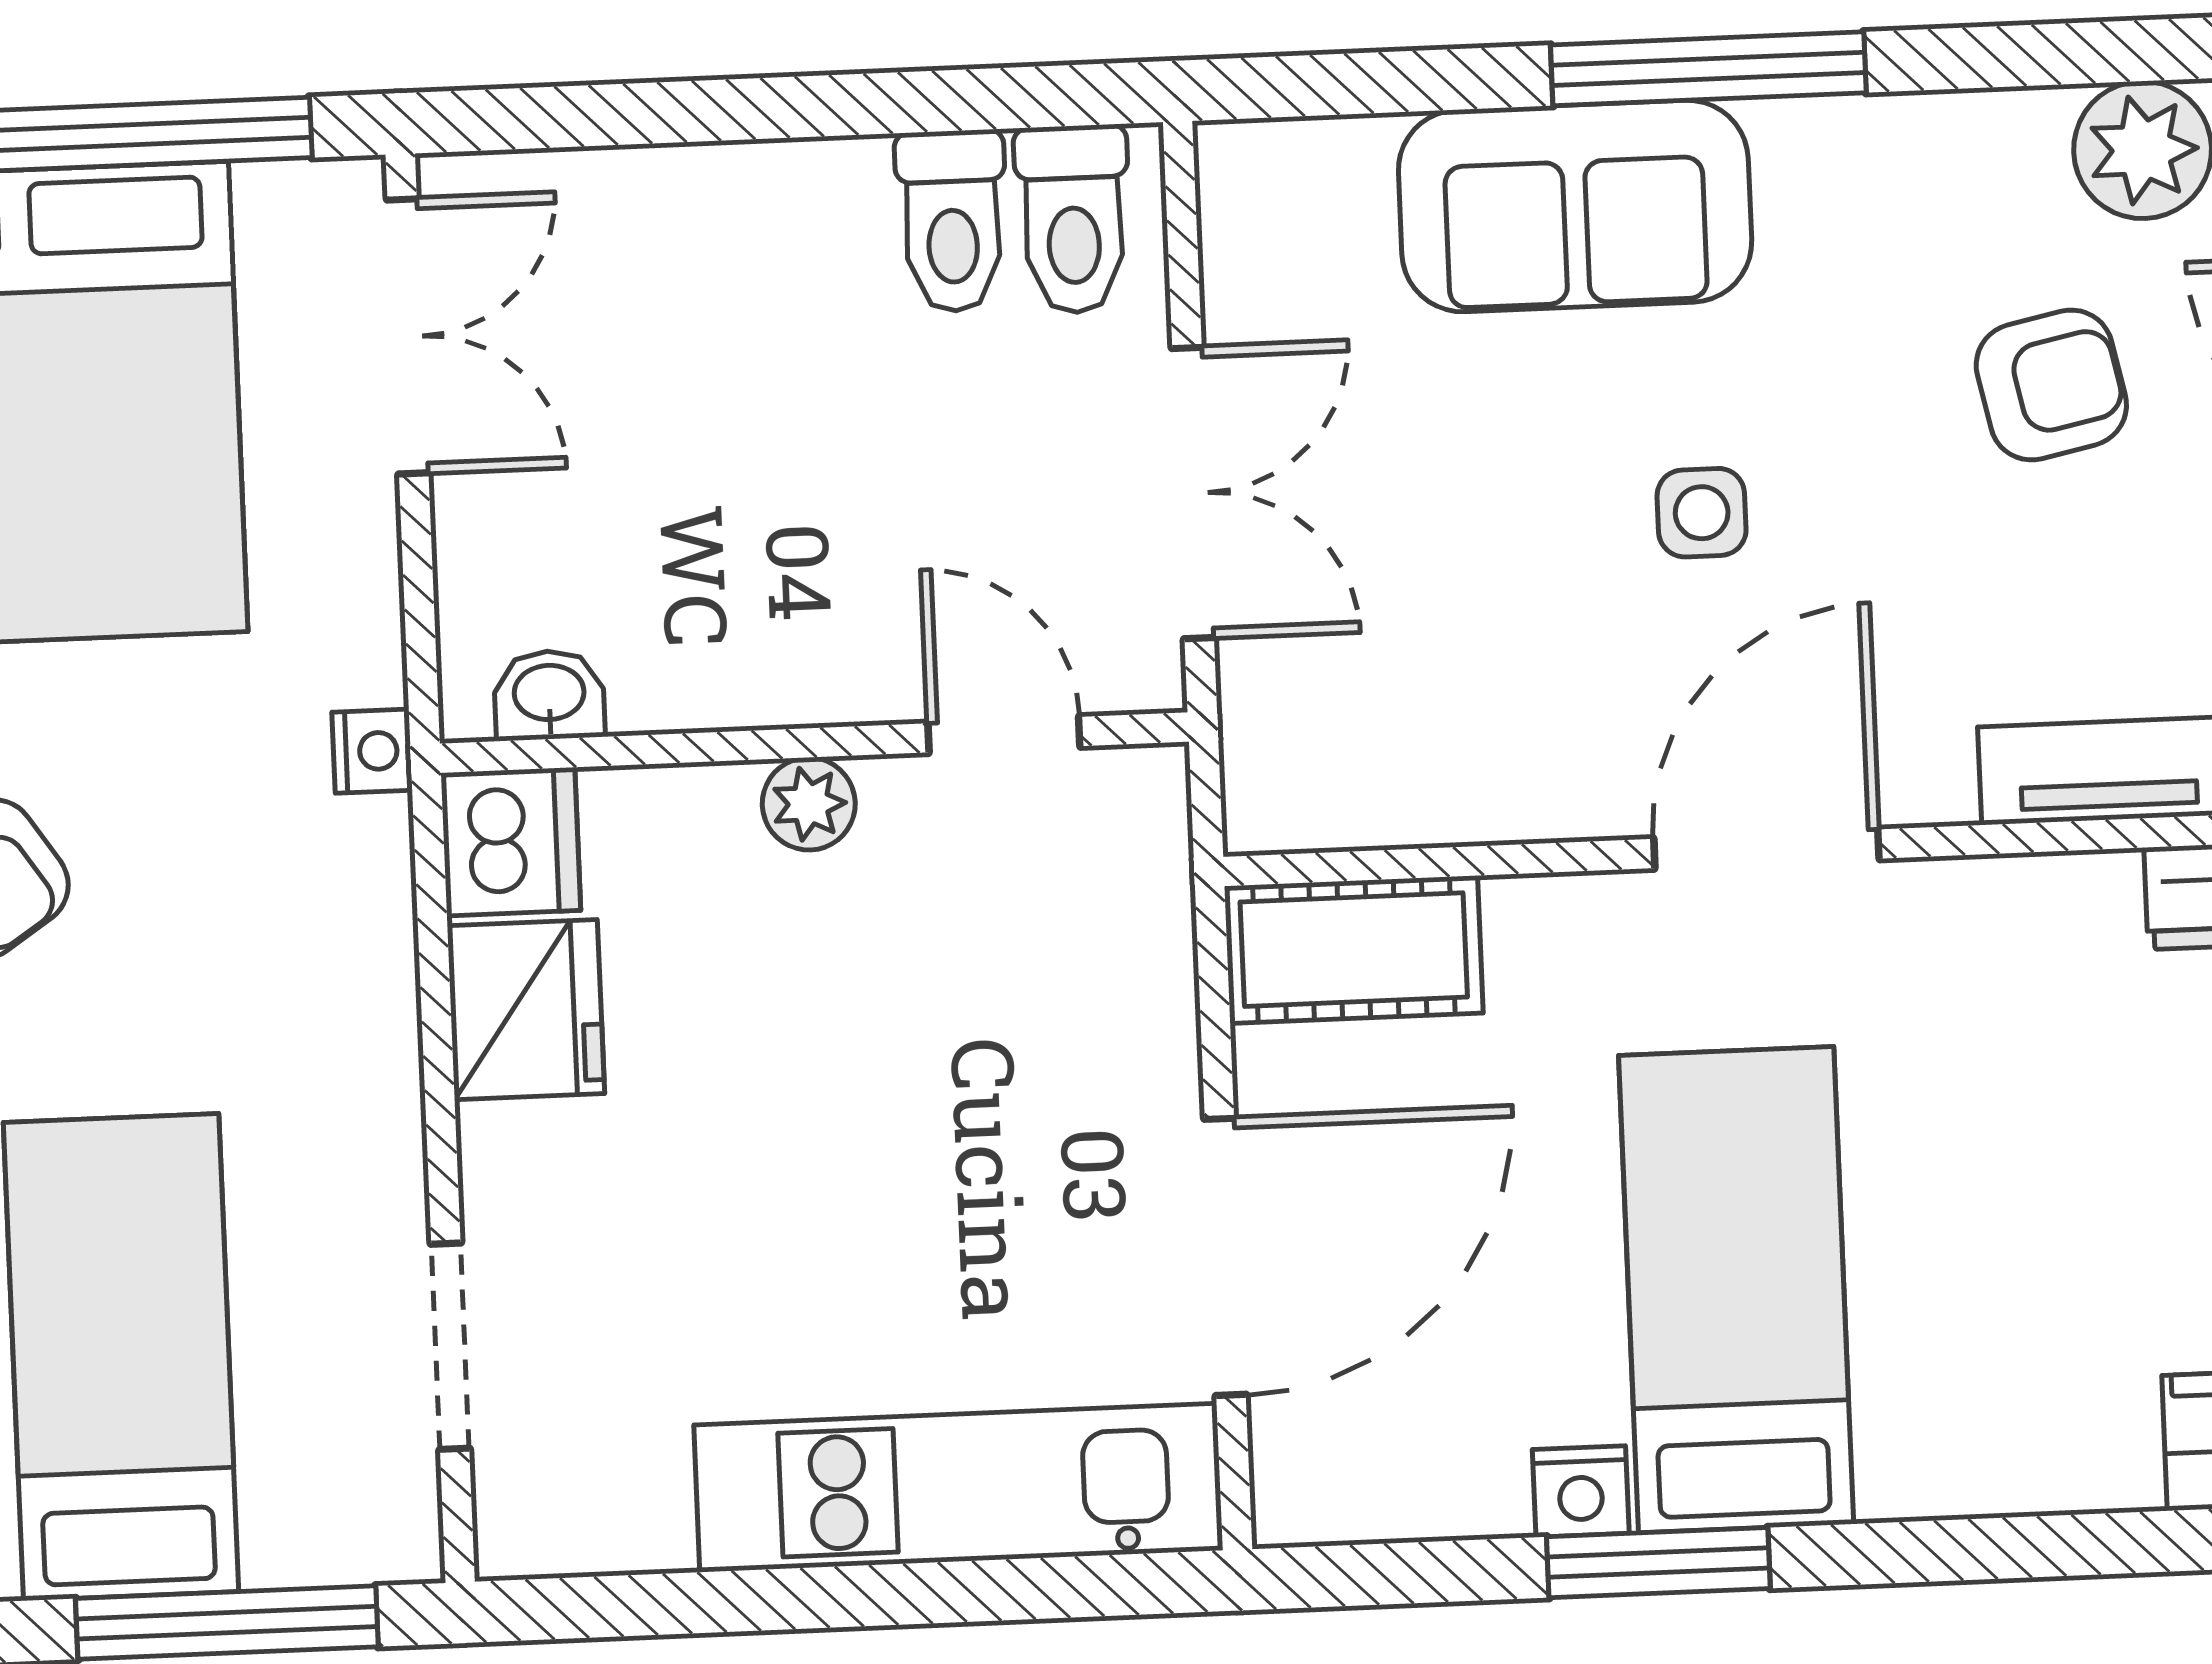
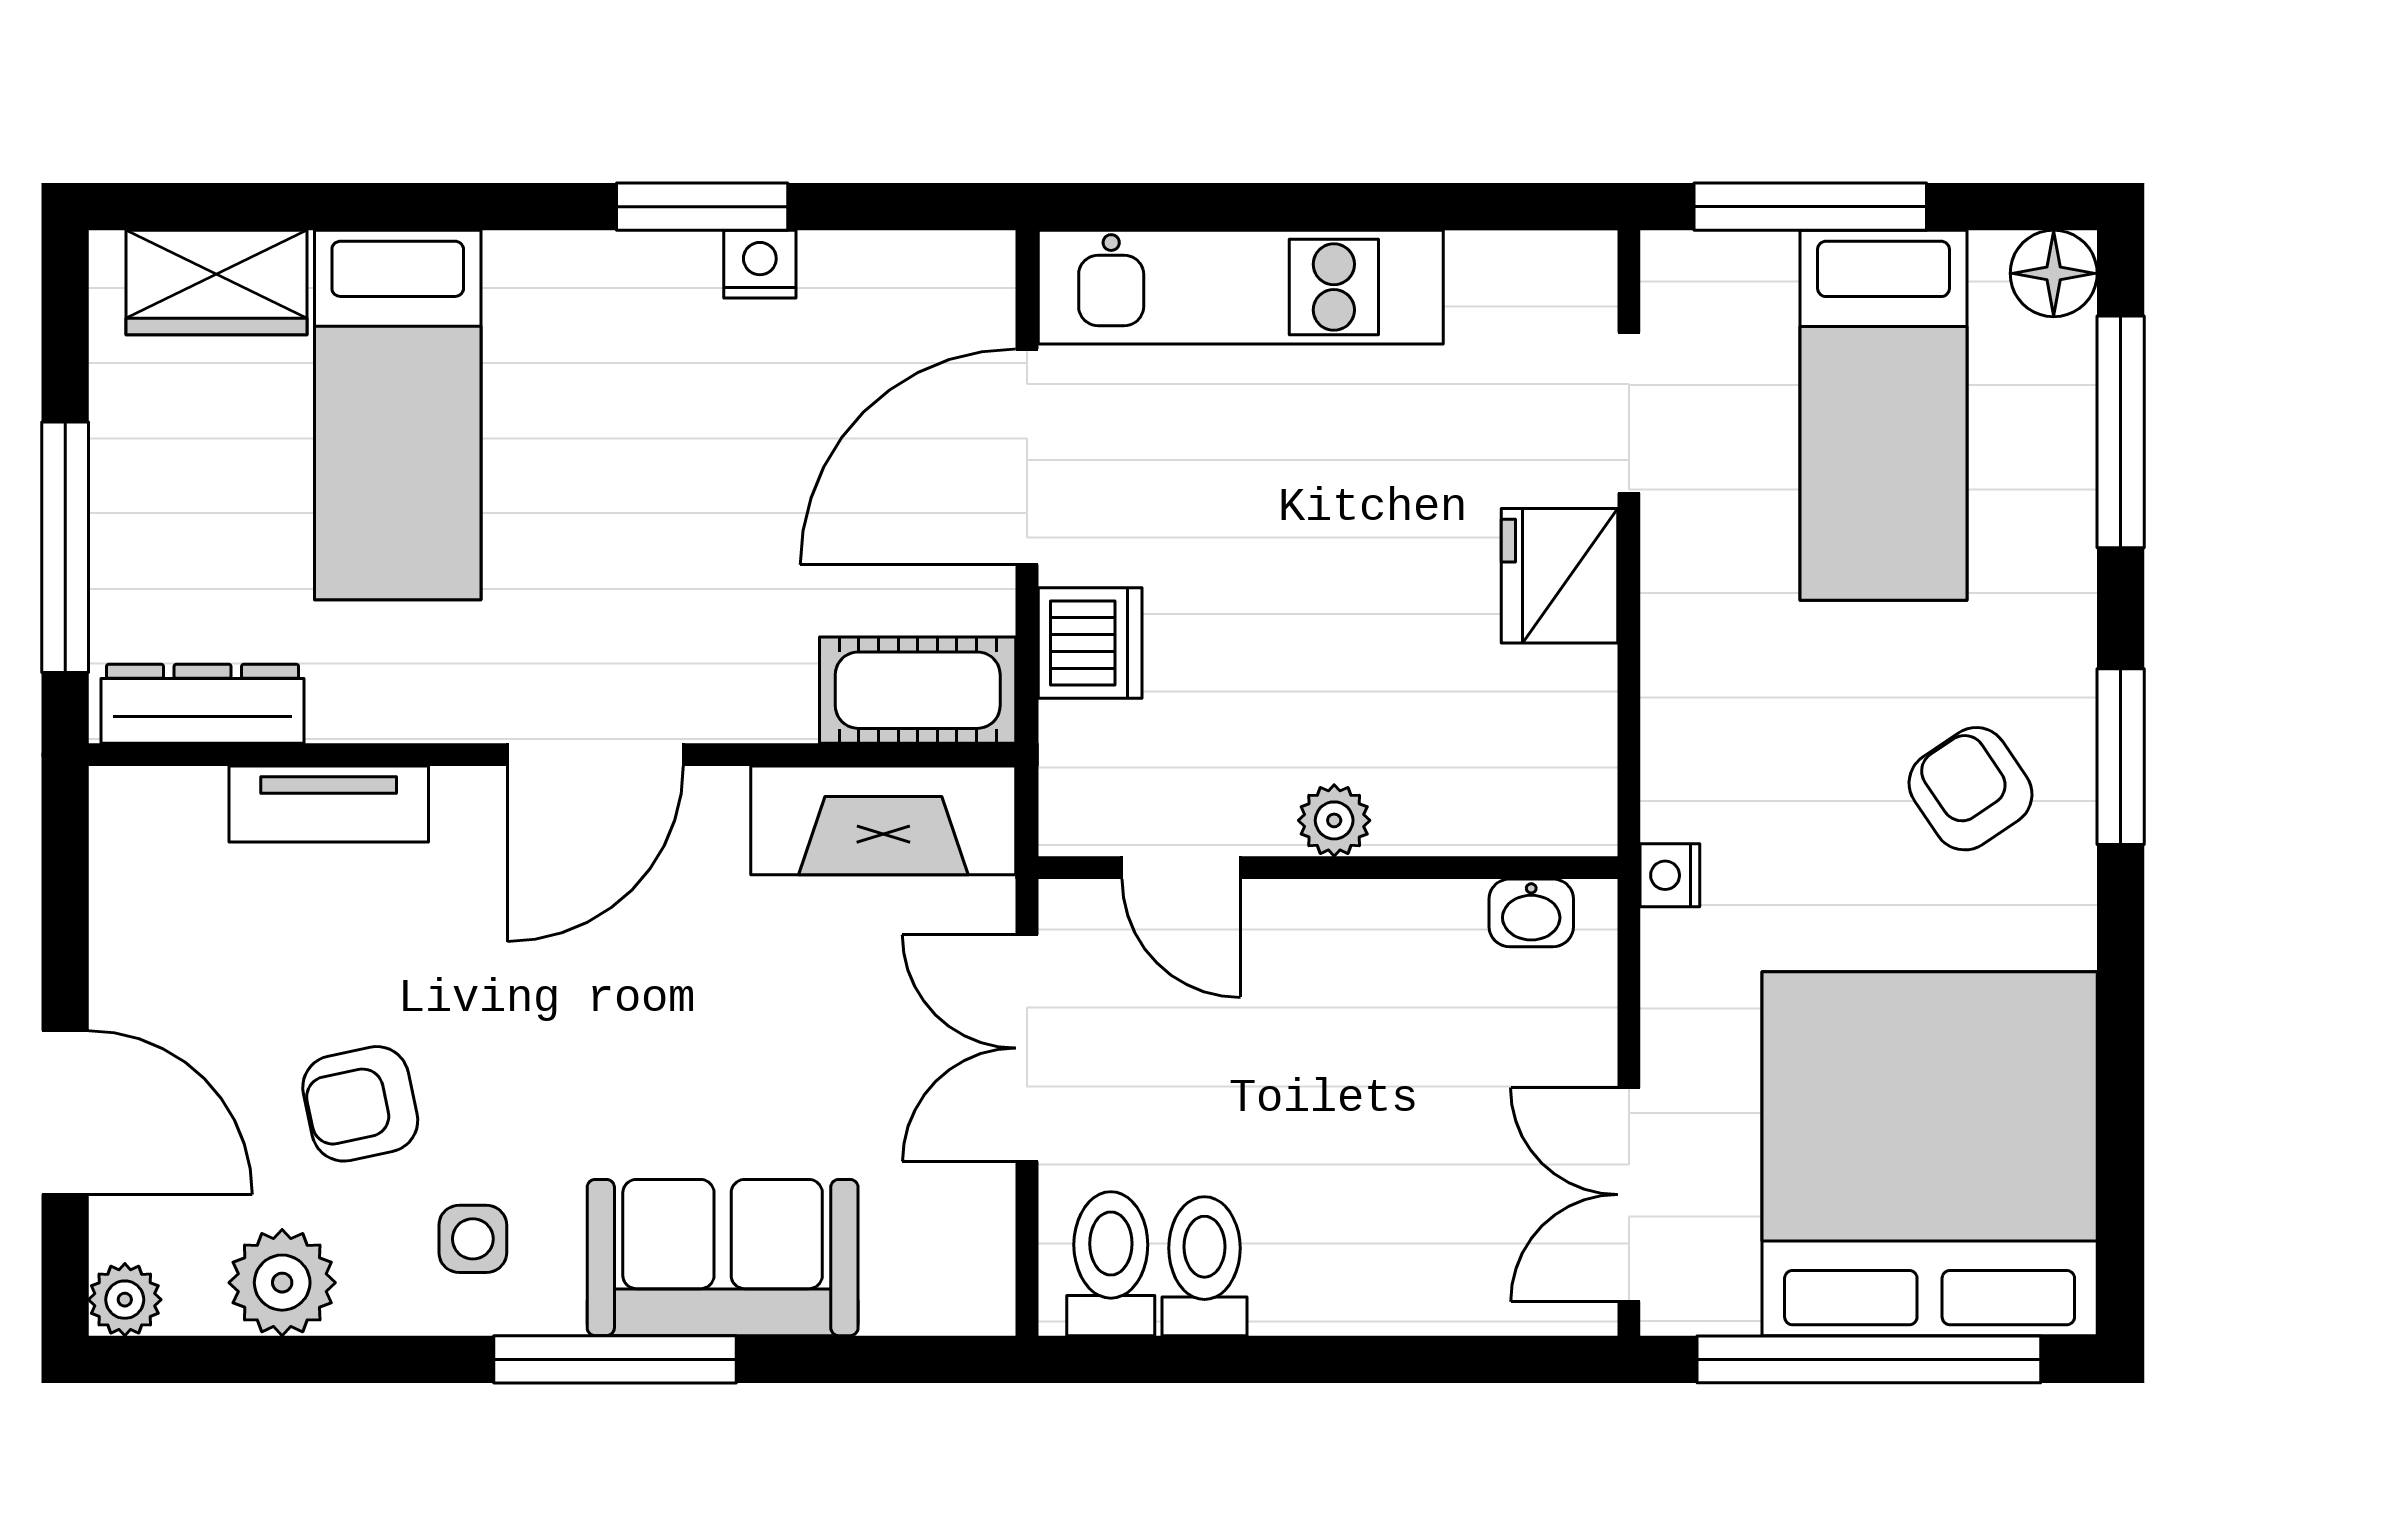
side table: (1702, 513) -> (473, 1239), moved
fireplace: (1391, 779) -> (883, 820), added
dishwasher: (511, 842) -> (1090, 643), moved, turned 180
fridge: (526, 1010) -> (1559, 576), moved
bed: (1736, 1290) -> (398, 415), moved

